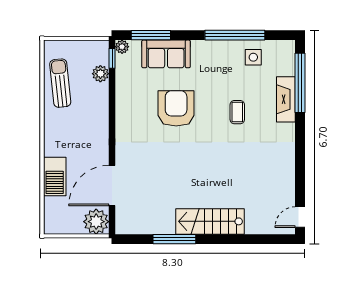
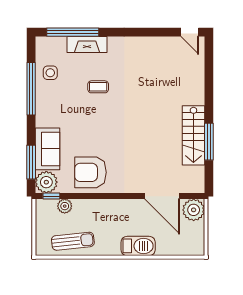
plant: (122, 47) -> (46, 182), width x1.87, depth x1.87
sun lounger: (60, 83) -> (73, 241), turned 180
armchair: (176, 108) -> (90, 172), moved
barbecue: (55, 176) -> (138, 246), moved
stairs: (210, 221) -> (193, 135), moved

